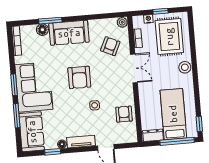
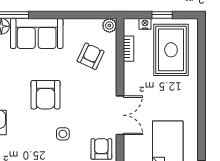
stool: (185, 67) -> (188, 93), removed
double door: (134, 68) -> (120, 115), moved

